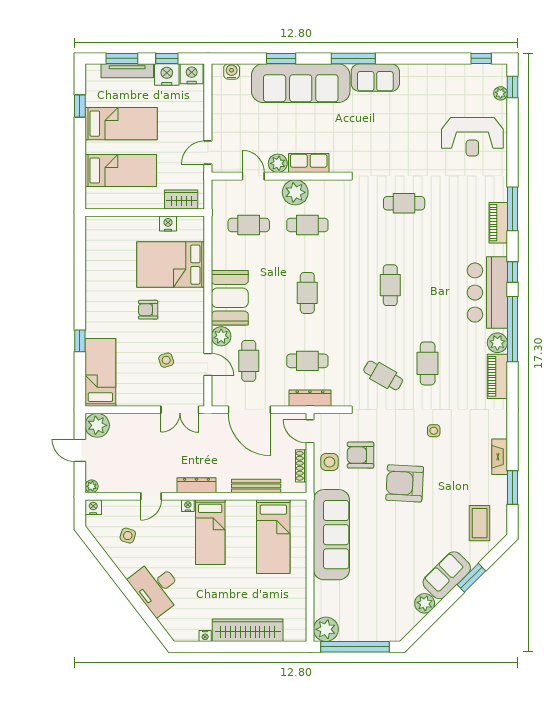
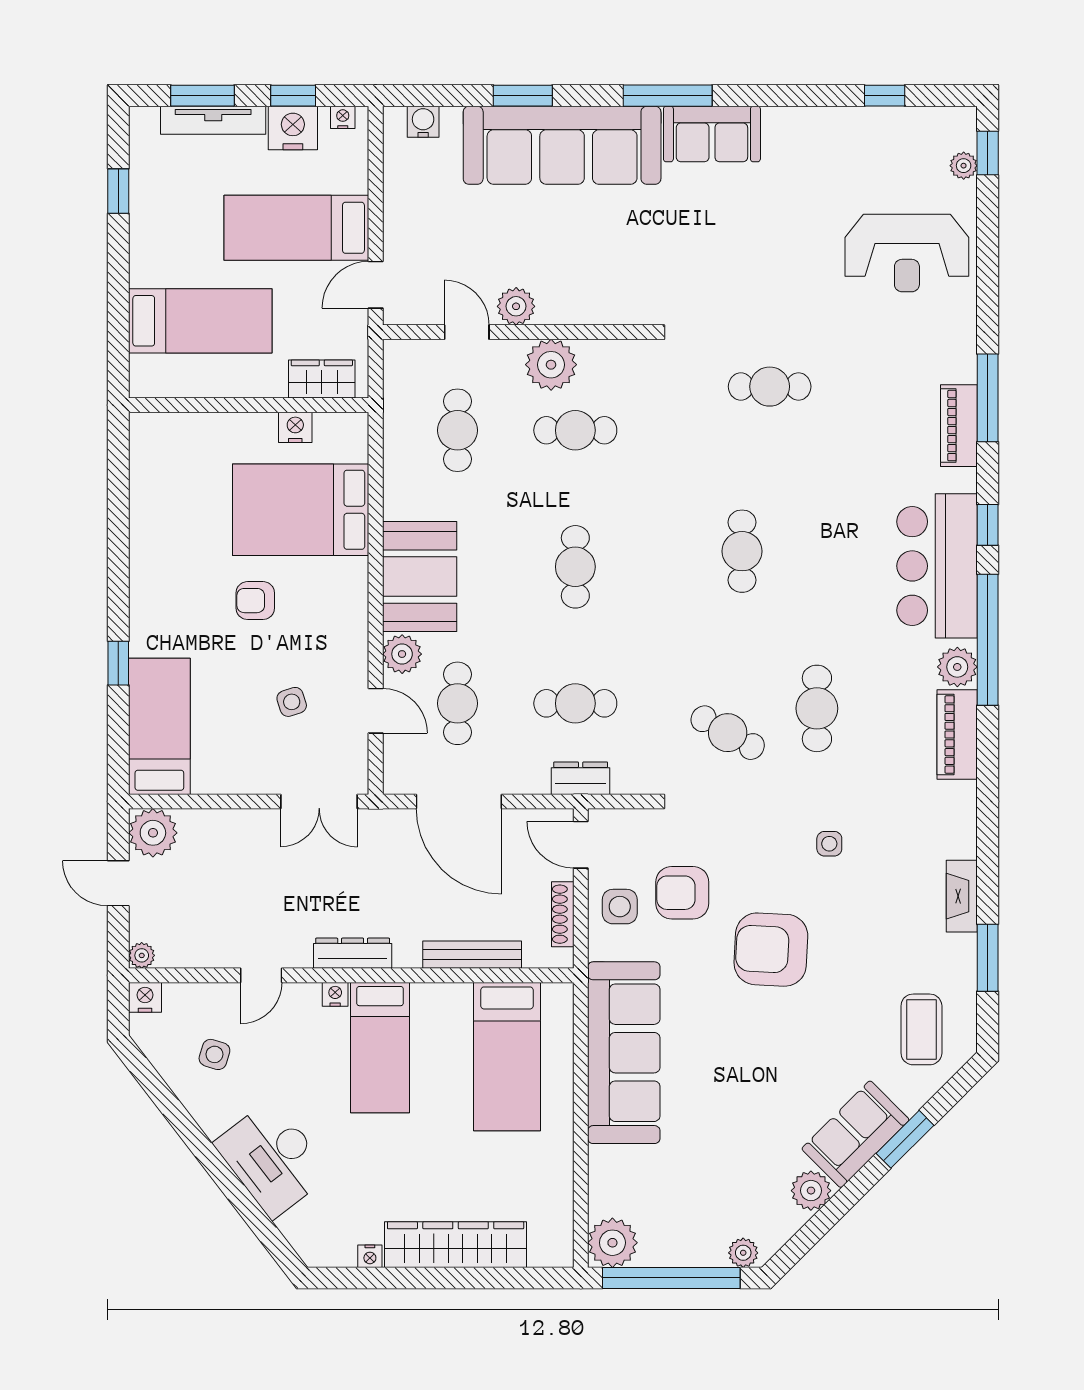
window: (481, 58) -> (885, 96), moved
nightstand: (192, 74) -> (343, 117), width x0.53, depth x0.56
bed: (121, 124) -> (296, 228), moved, turned 180
row of seats: (309, 163) -> (578, 306), removed
cafe table: (249, 225) -> (457, 430), turned 90
dresser: (310, 398) -> (581, 778), width x0.70
plant: (391, 634) -> (743, 1253), added

